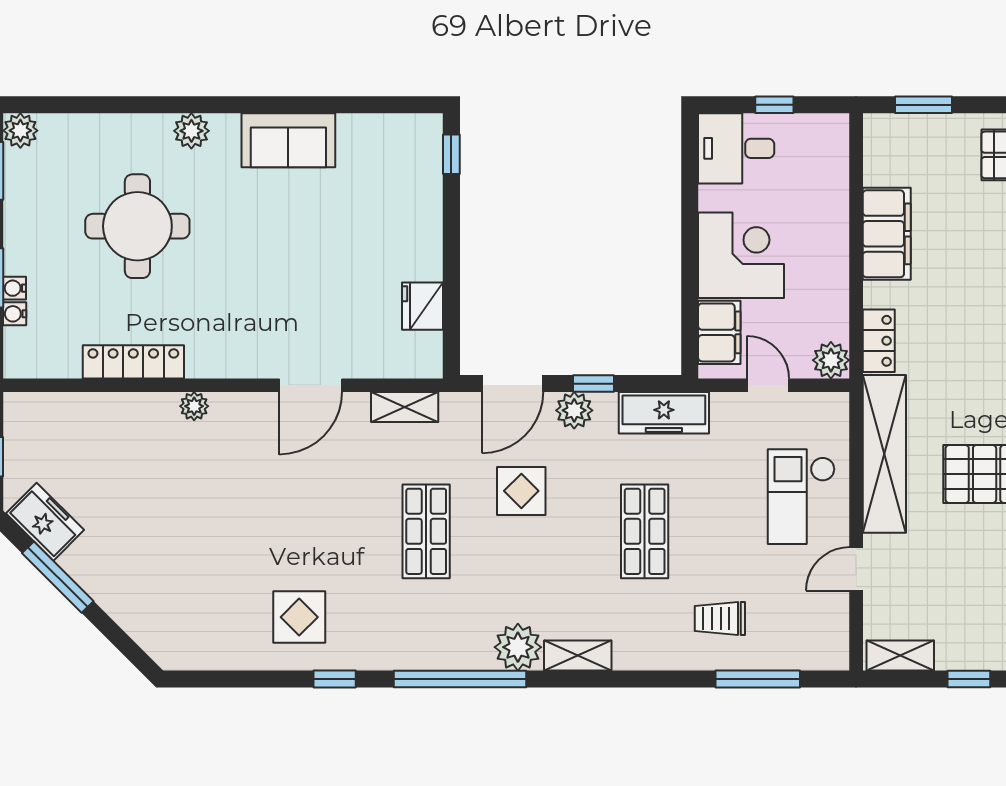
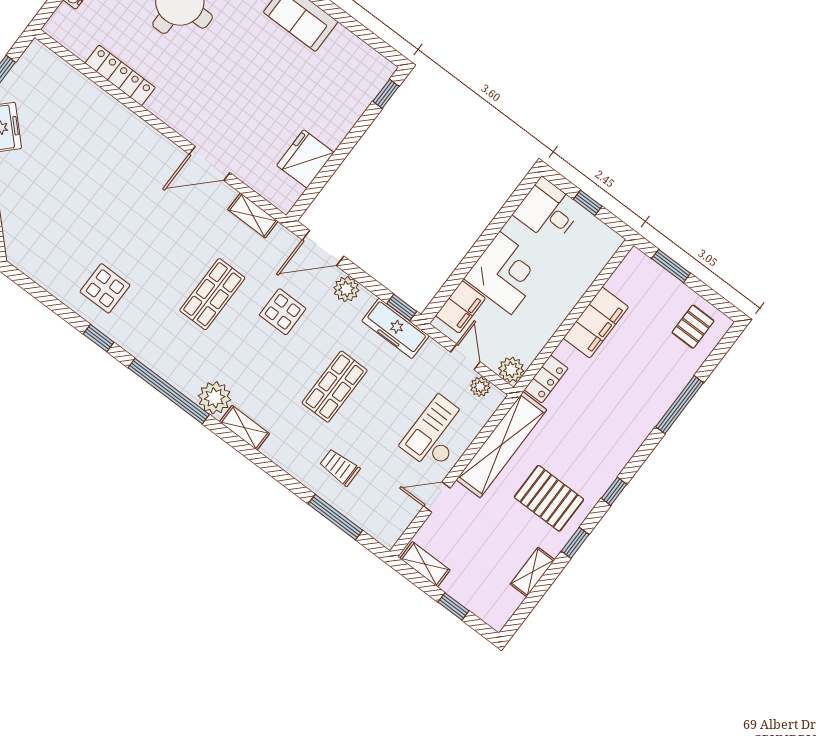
fridge: (423, 306) -> (305, 159), width x1.36, depth x1.34
window: (594, 384) -> (402, 307), moved
plant: (194, 406) -> (480, 387), moved

